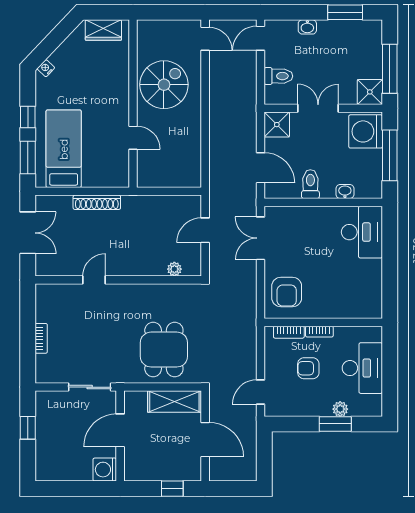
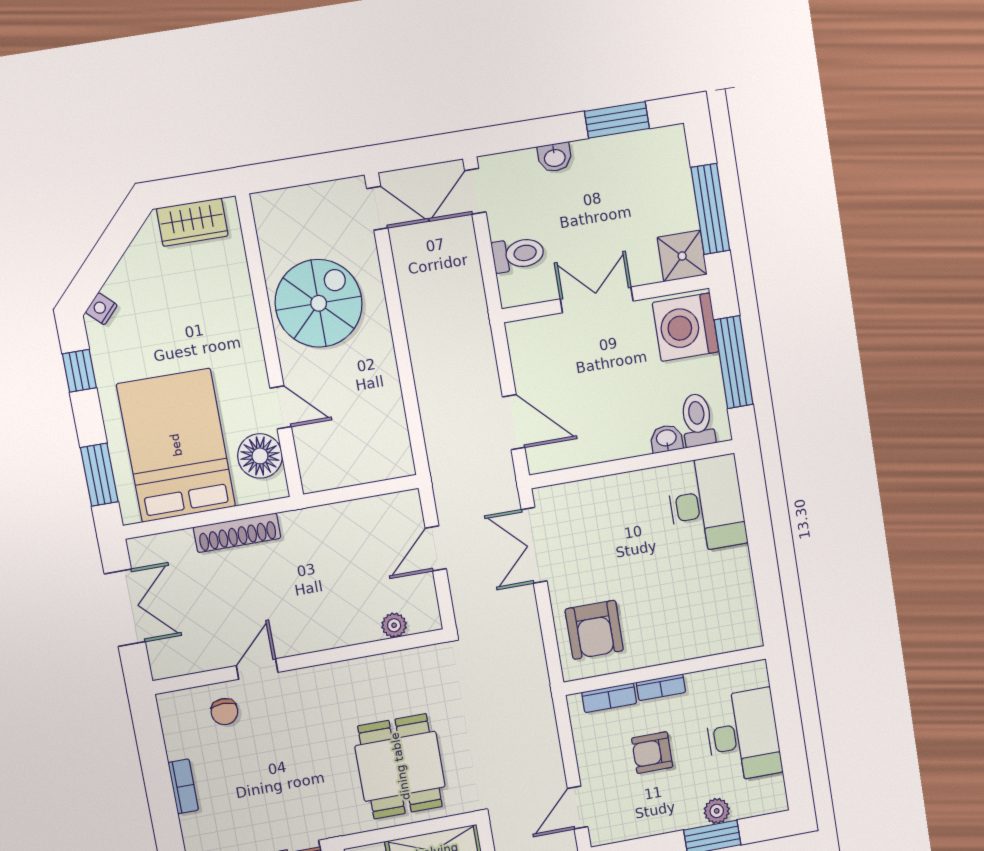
window: (28, 117) -> (79, 371), moved
shower: (277, 125) -> (530, 341), removed
bed: (64, 149) -> (176, 445), width x1.50
floor lamp: (117, 162) -> (260, 456), added
toilet: (310, 184) -> (697, 420), moved
chair: (72, 300) -> (224, 712), added

